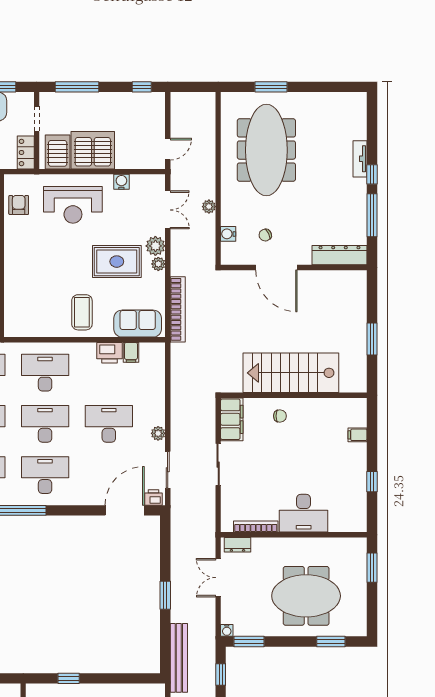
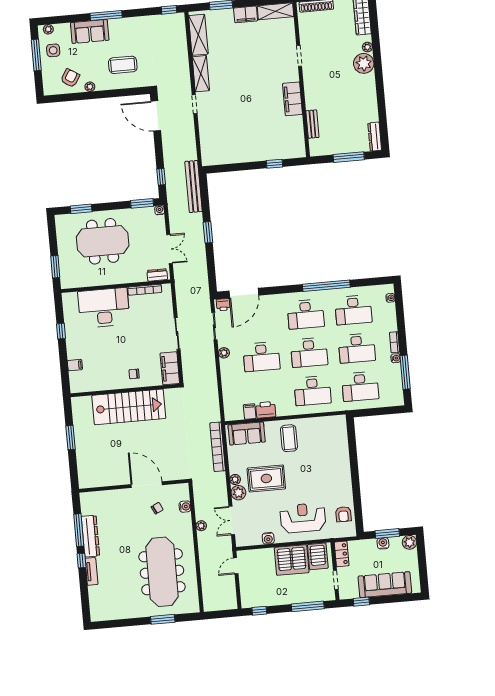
dresser: (339, 255) -> (90, 536), moved, turned -90
desk: (304, 513) -> (104, 308), width x1.36, depth x1.30

